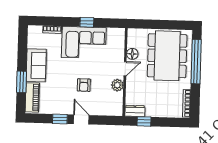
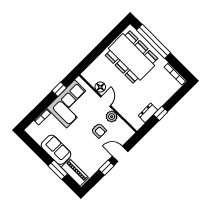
floor lamp: (132, 54) -> (100, 87), moved
door: (125, 69) -> (106, 101), moved
wall: (125, 72) -> (108, 103), moved
plant: (117, 85) -> (112, 117), moved

